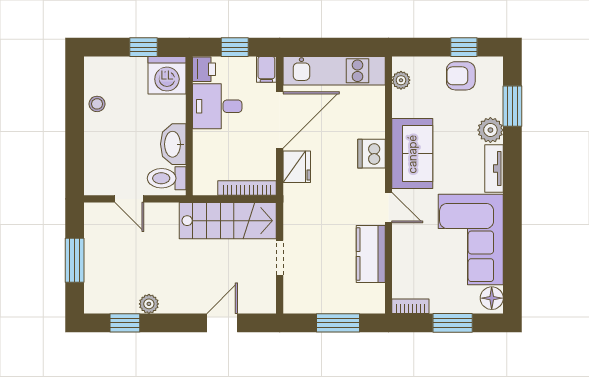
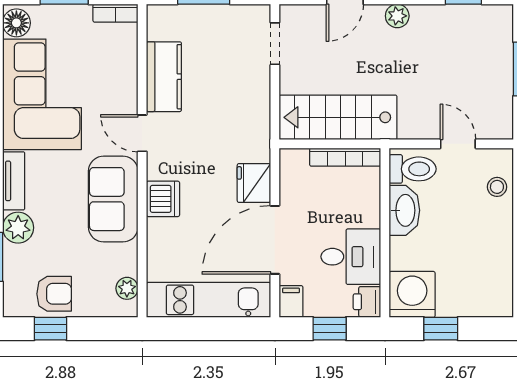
stool: (97, 104) -> (497, 187), moved
bookcase: (247, 188) -> (345, 157), moved
doorway: (280, 258) -> (275, 44), moved
plant: (149, 304) -> (397, 16), moved

